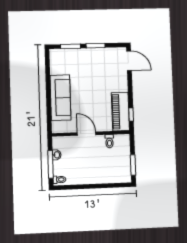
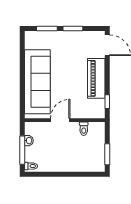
sofa: (60, 98) -> (37, 82), width x1.36, depth x1.27
piano: (120, 112) -> (96, 78), moved
door: (86, 134) -> (60, 120), hinge flipped

